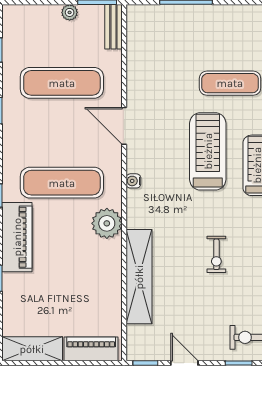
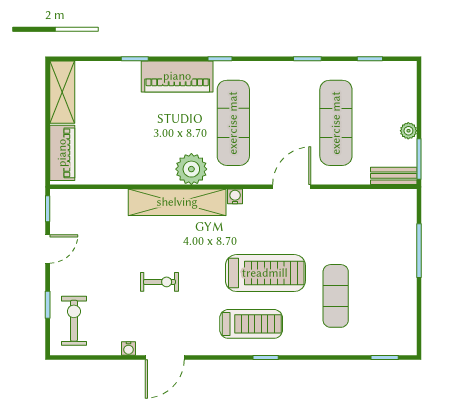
exercise bike: (216, 254) -> (159, 282), turned 180
shelving: (139, 277) -> (177, 202), moved

